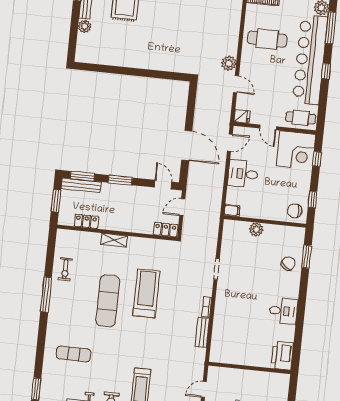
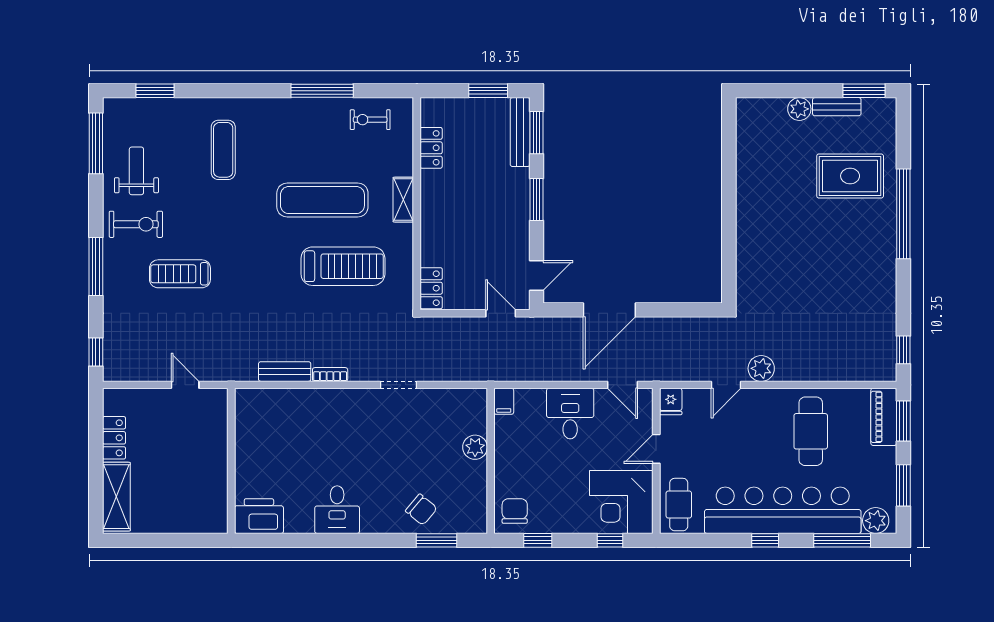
locker: (86, 221) -> (431, 148), moved
locker: (166, 230) -> (431, 288), moved
wall: (117, 233) -> (417, 204), moved
shelving: (114, 240) -> (403, 200), moved

